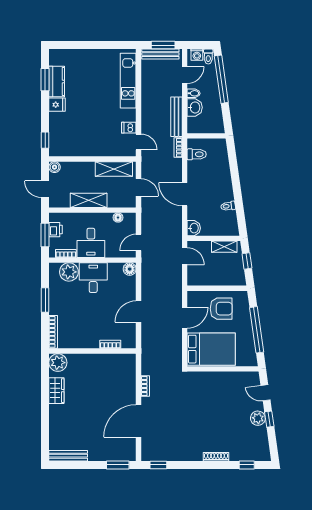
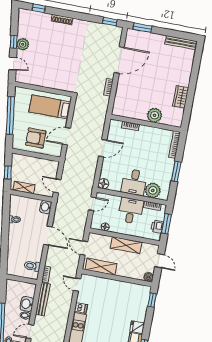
dishwasher: (129, 128) -> (81, 308), moved
bed: (211, 349) -> (50, 107), width x0.67
plant: (58, 363) -> (155, 115), moved

